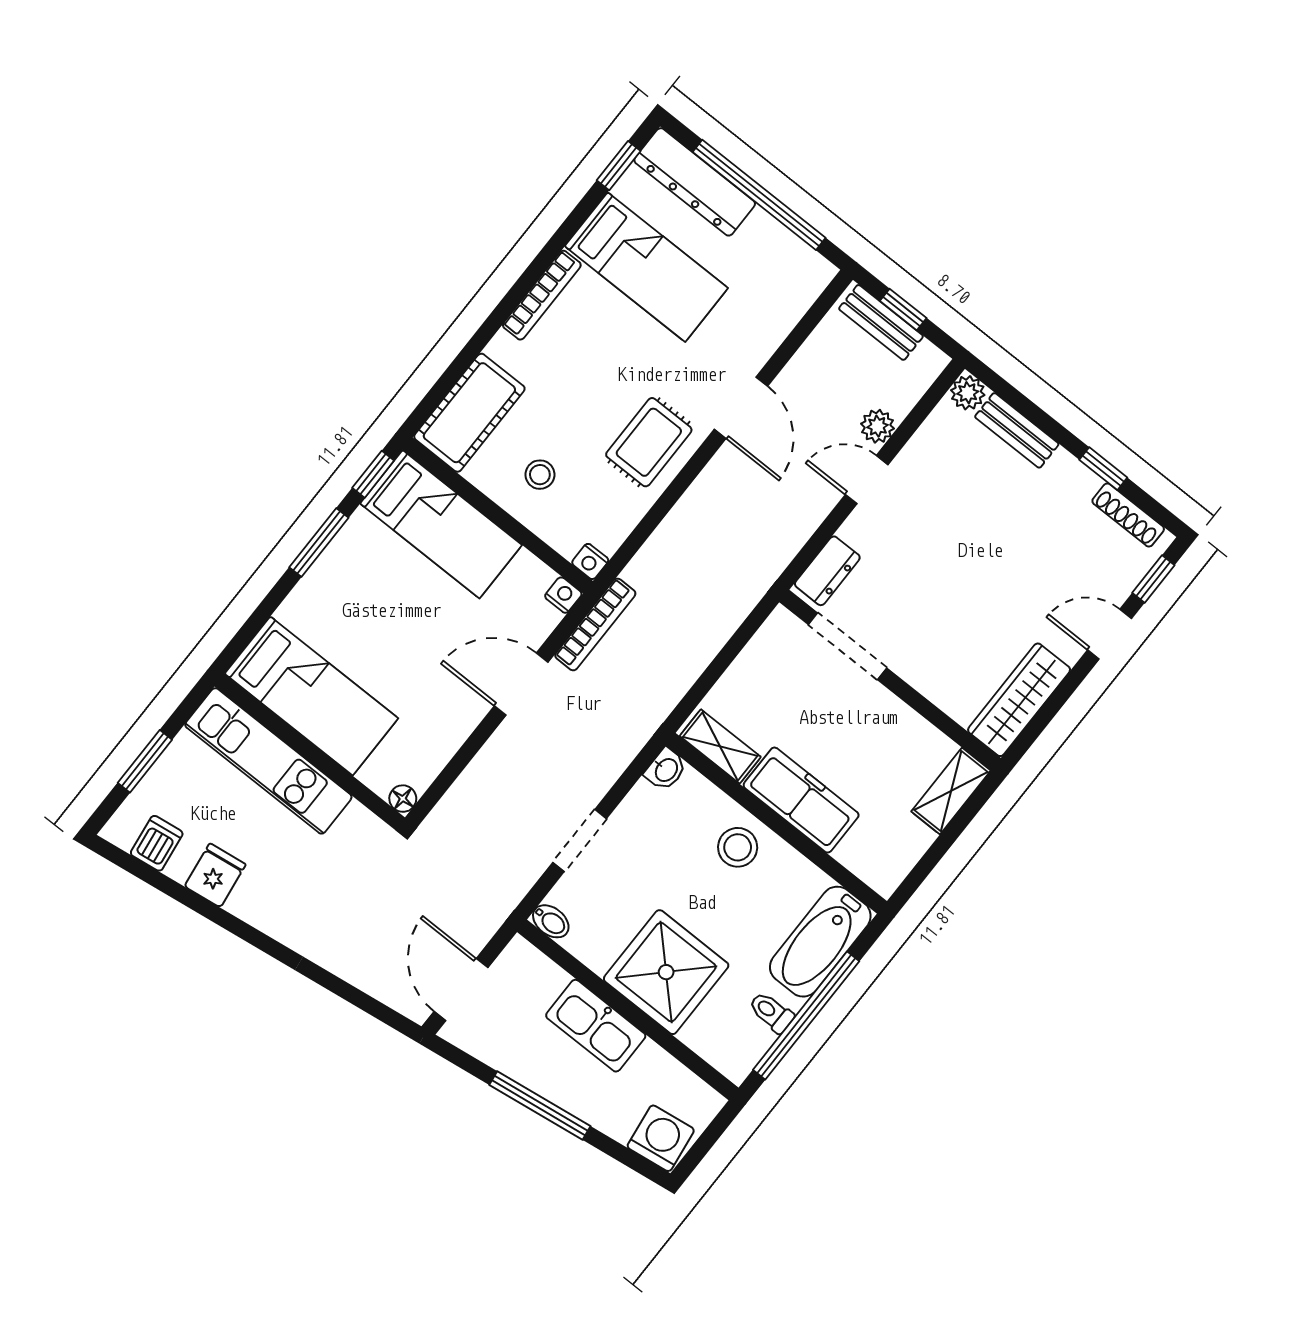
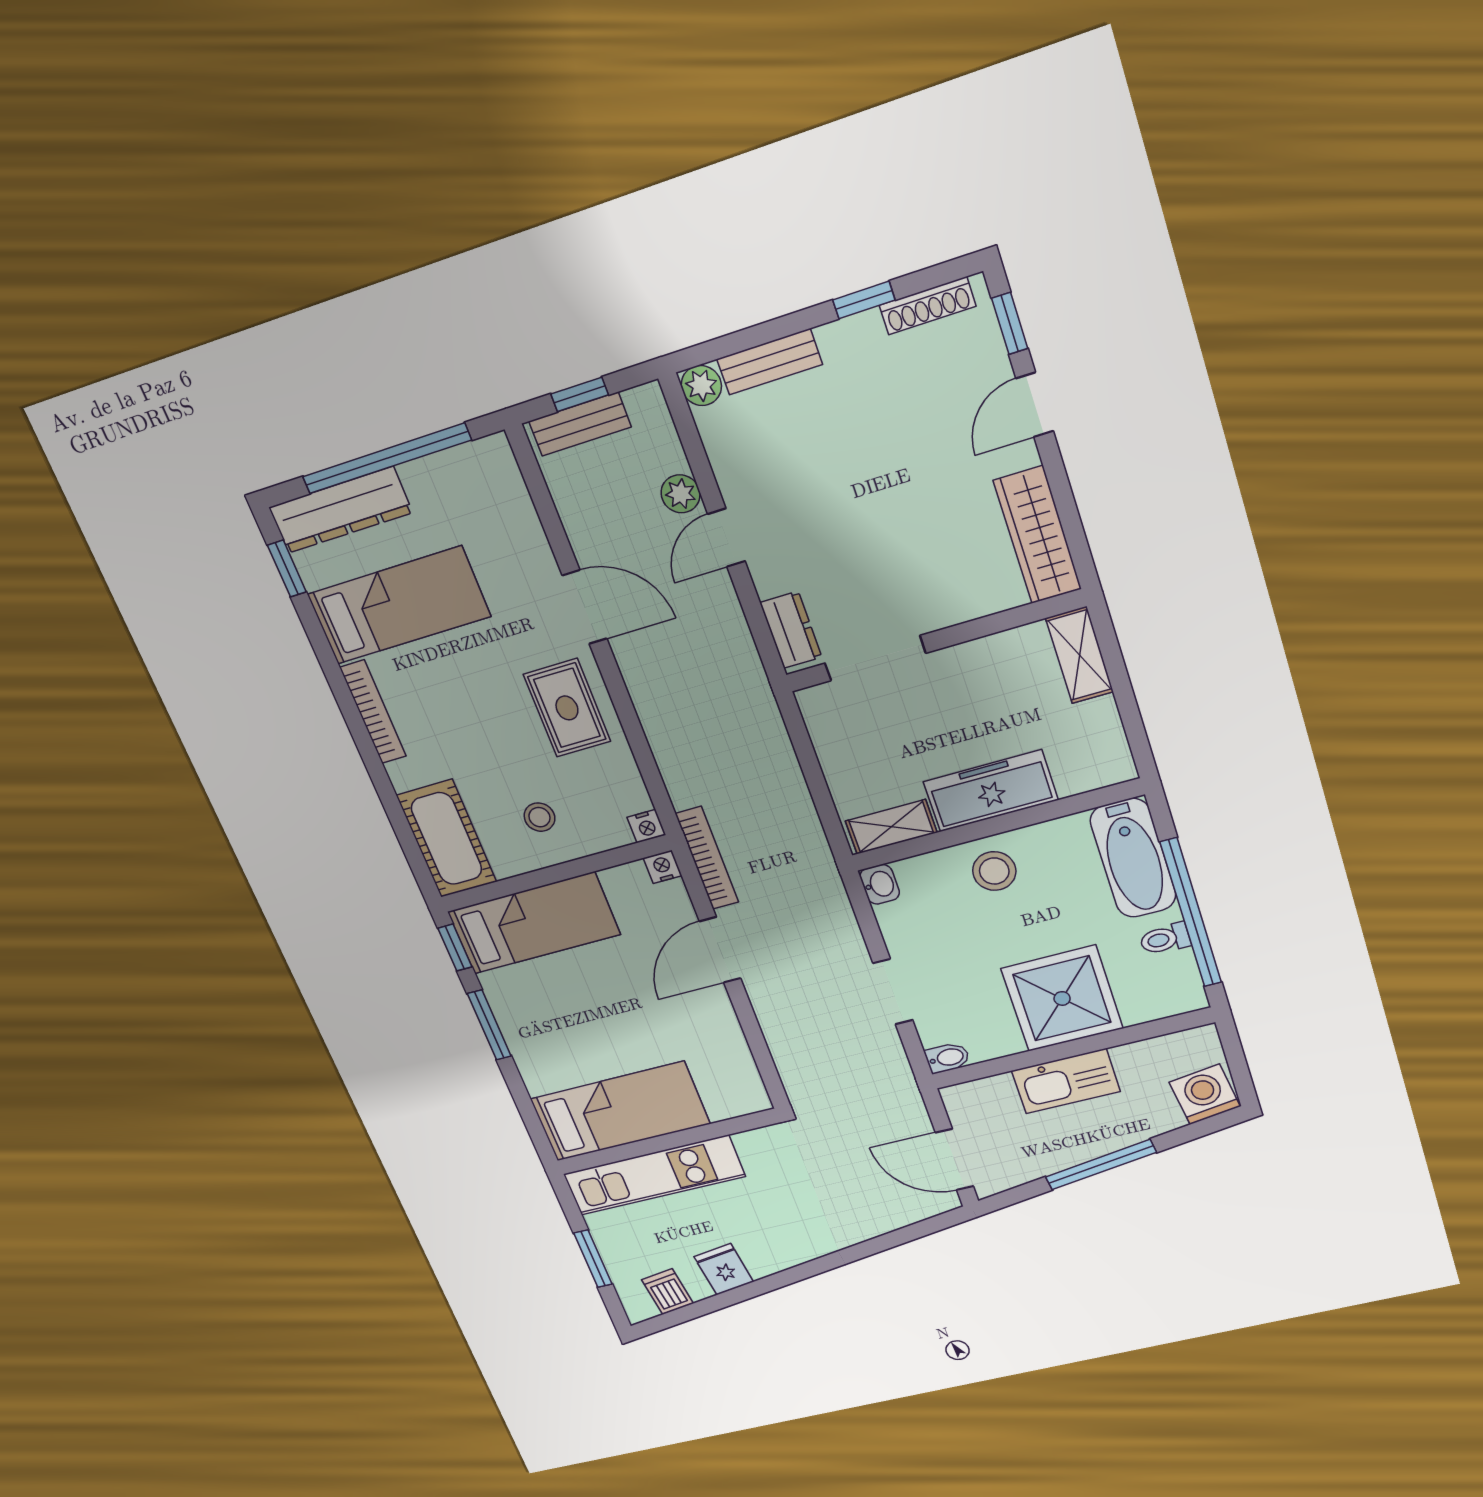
floor lamp: (403, 799) -> (757, 1100), removed

